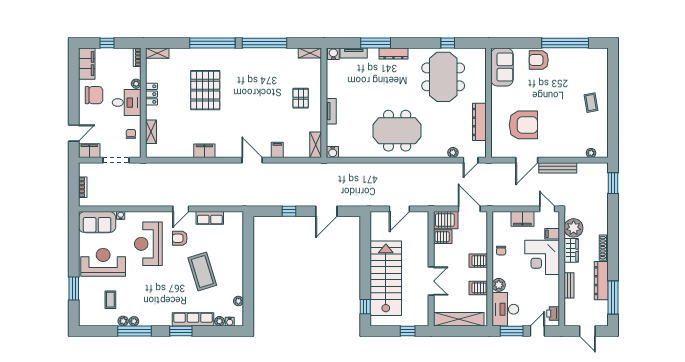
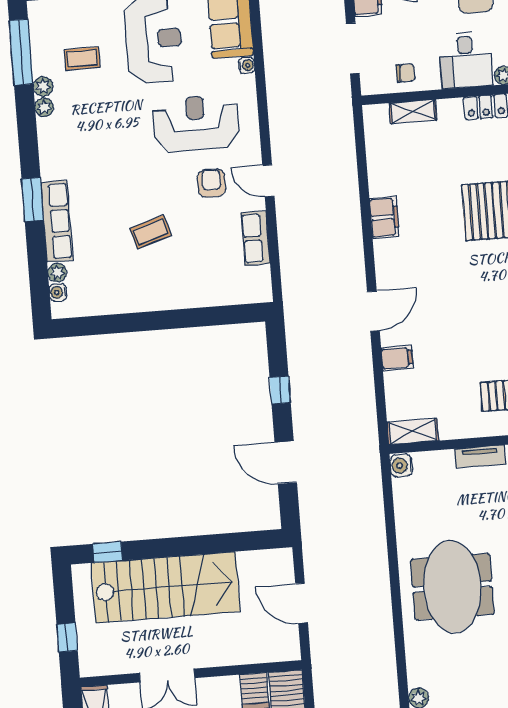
coffee table: (202, 272) -> (151, 232), width x0.54, depth x0.58
plant: (238, 301) -> (99, 306), removed
window: (134, 331) -> (21, 52), moved

